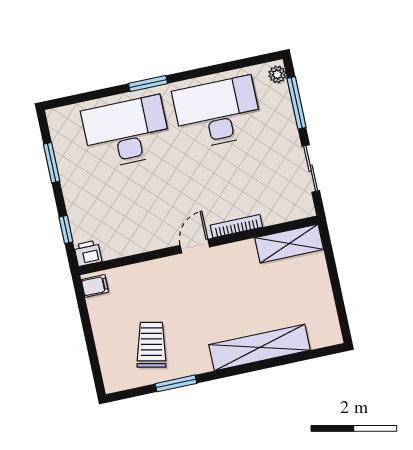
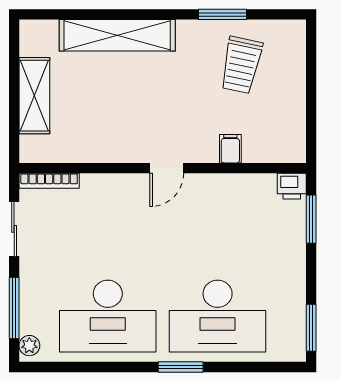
window: (52, 163) -> (311, 328), moved
bookcase: (236, 226) -> (49, 181), moved
window: (66, 229) -> (311, 219), width x1.50
shelving: (289, 244) -> (34, 96), moved, turned 90
filing cabinet: (95, 286) -> (230, 149), moved, turned 90

